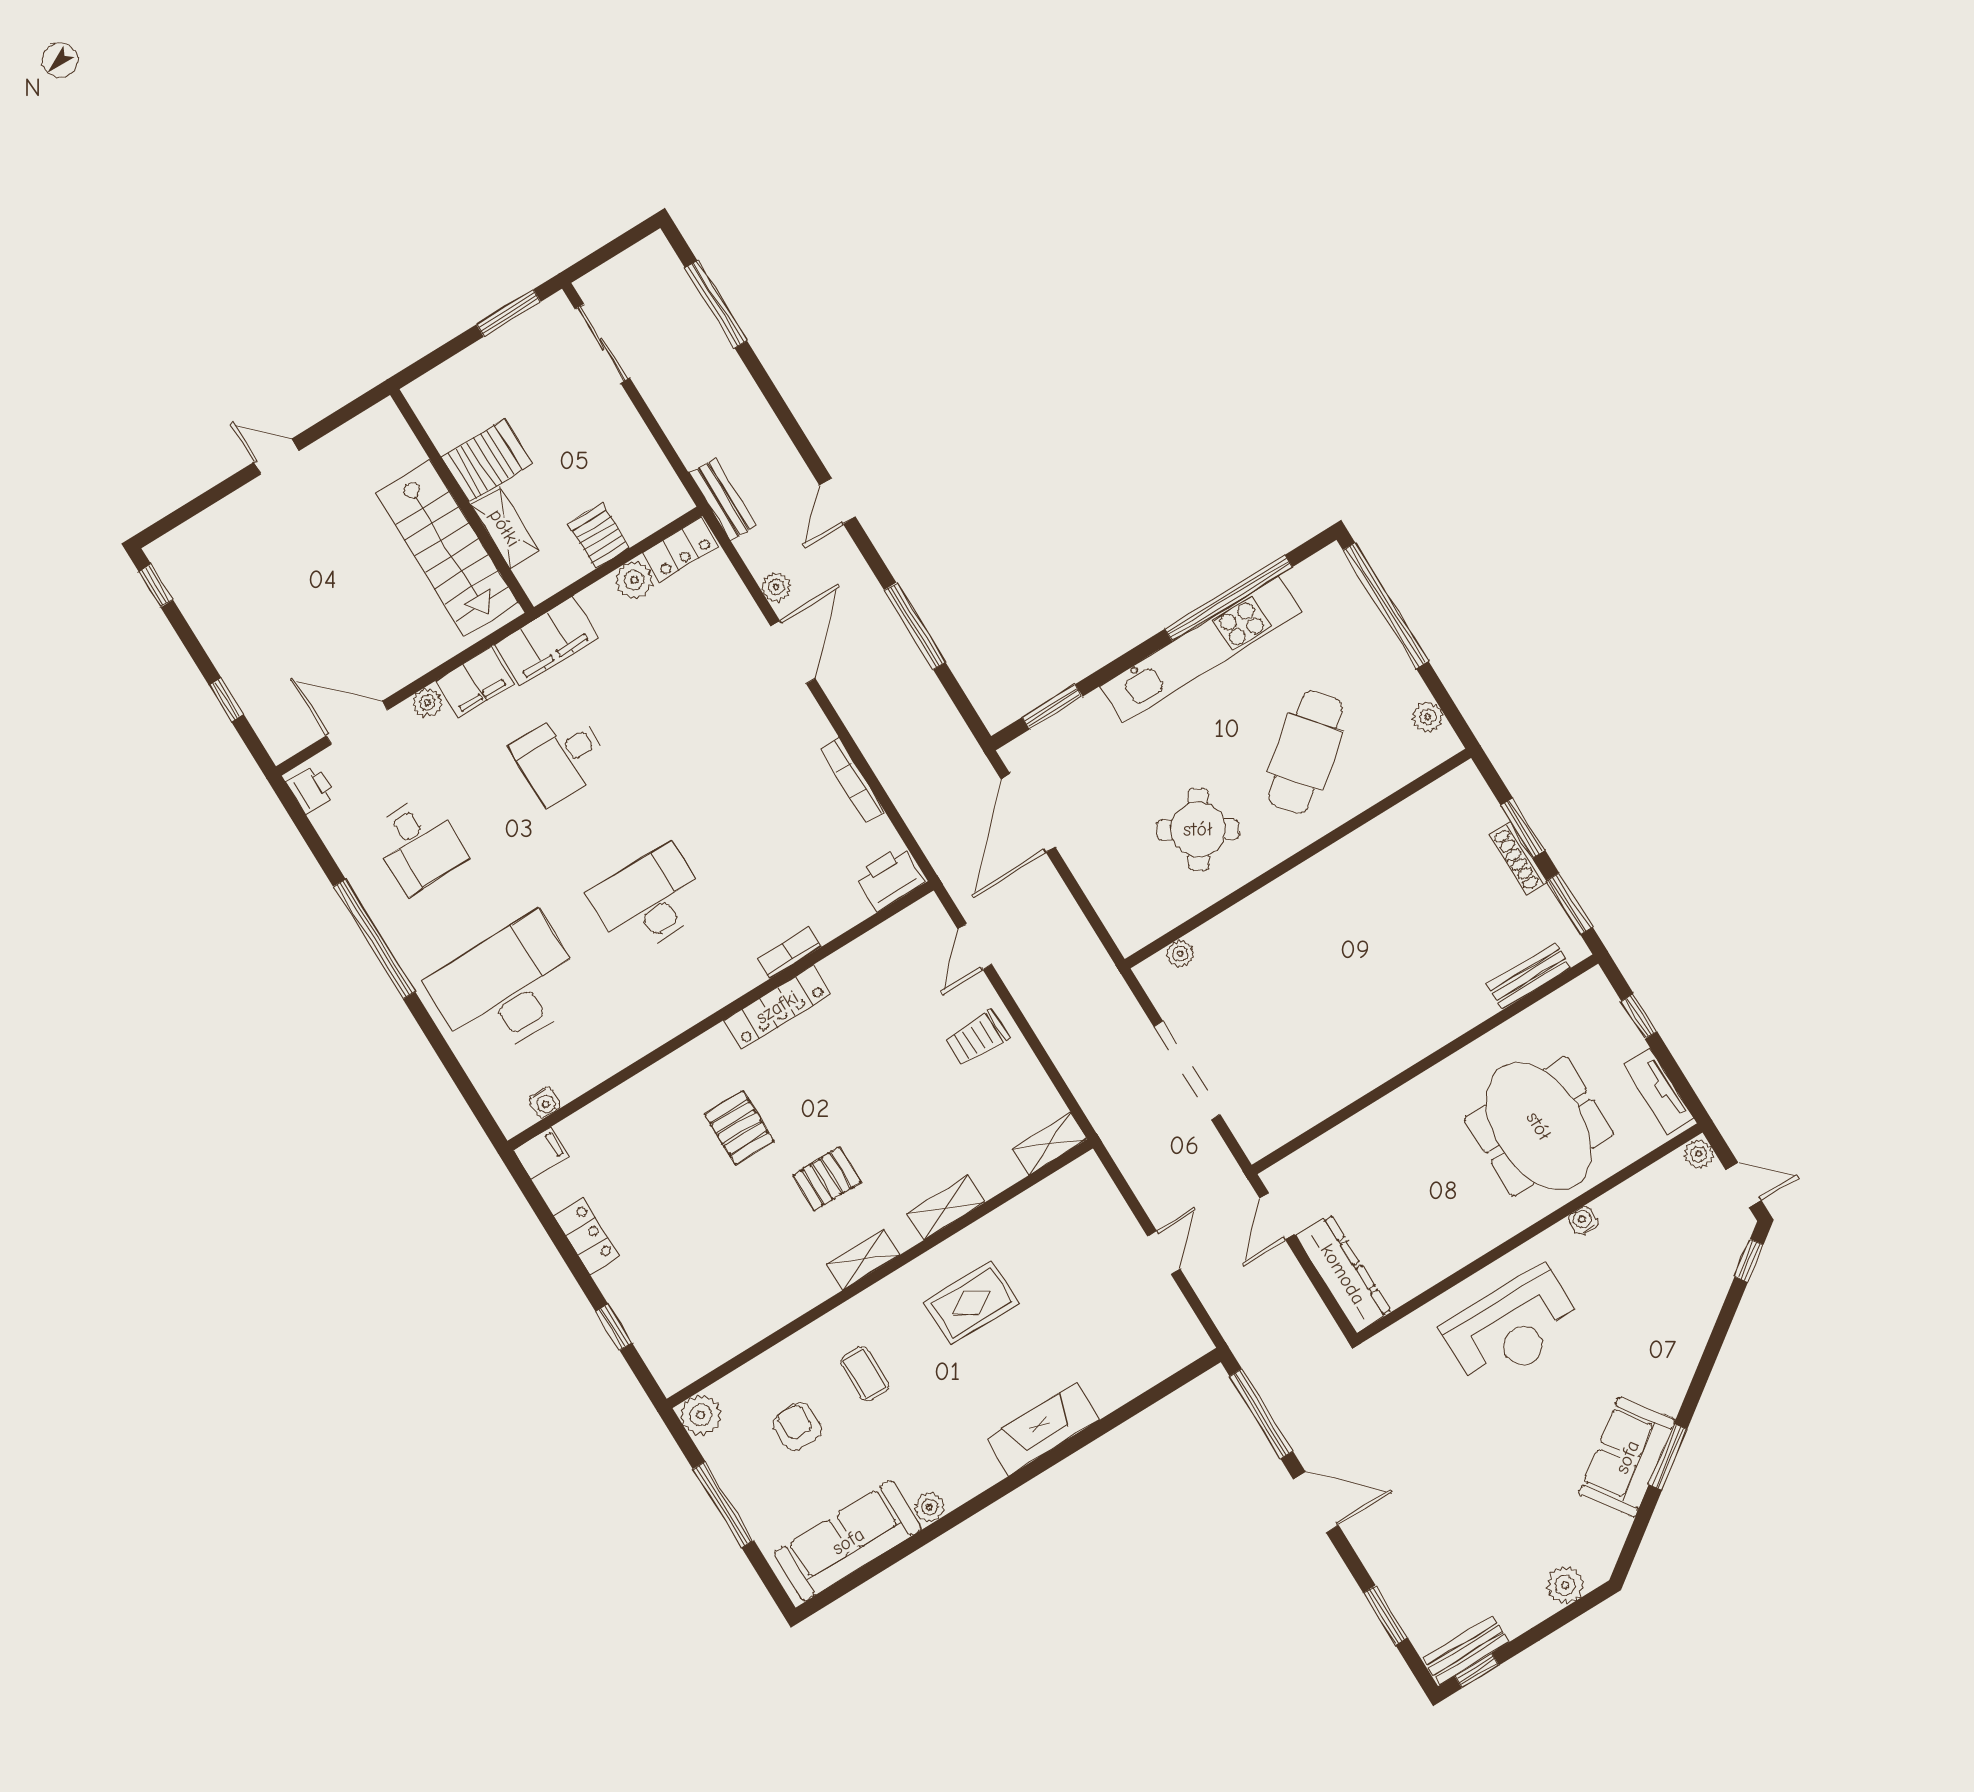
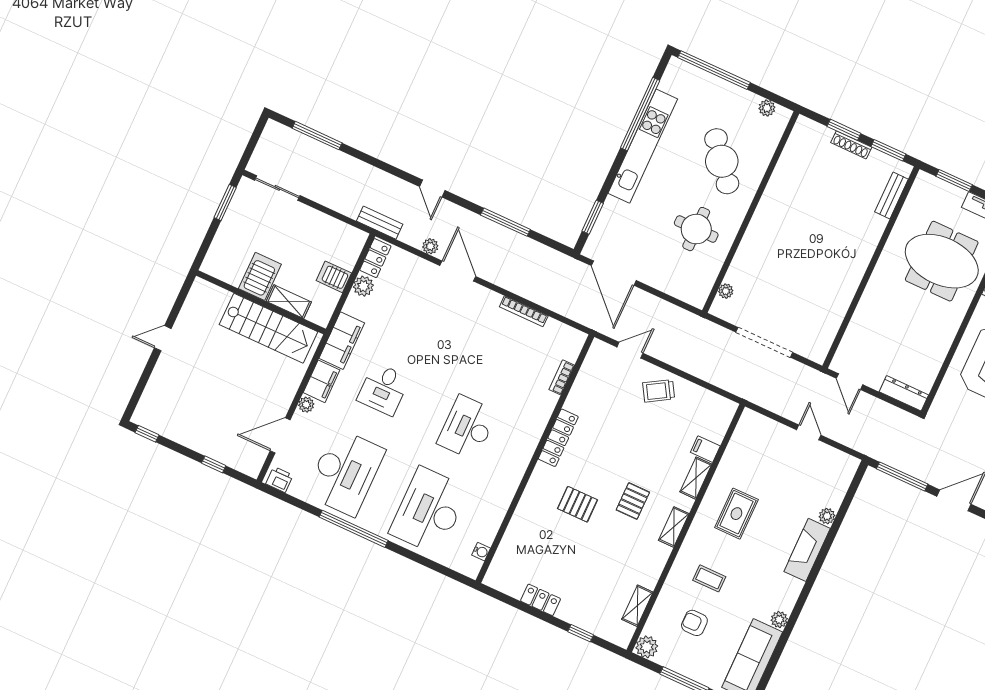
round table: (1198, 829) -> (696, 229), turned -31
desk: (418, 844) -> (345, 472), width x1.87, depth x1.30
printer: (890, 878) -> (570, 345), removed
door: (975, 947) -> (630, 350), swing flipped
bookcase: (789, 953) -> (562, 377), moved
window: (1639, 1016) -> (954, 181), width x1.50
trolley: (977, 1038) -> (659, 391), turned 59
shelving: (1050, 1144) -> (637, 606), moved
filing cabinet: (541, 1153) -> (705, 449), moved, turned -90
dresser: (1343, 1274) -> (904, 393), width x0.73, depth x0.80
plant: (1107, 1398) -> (827, 516), added

